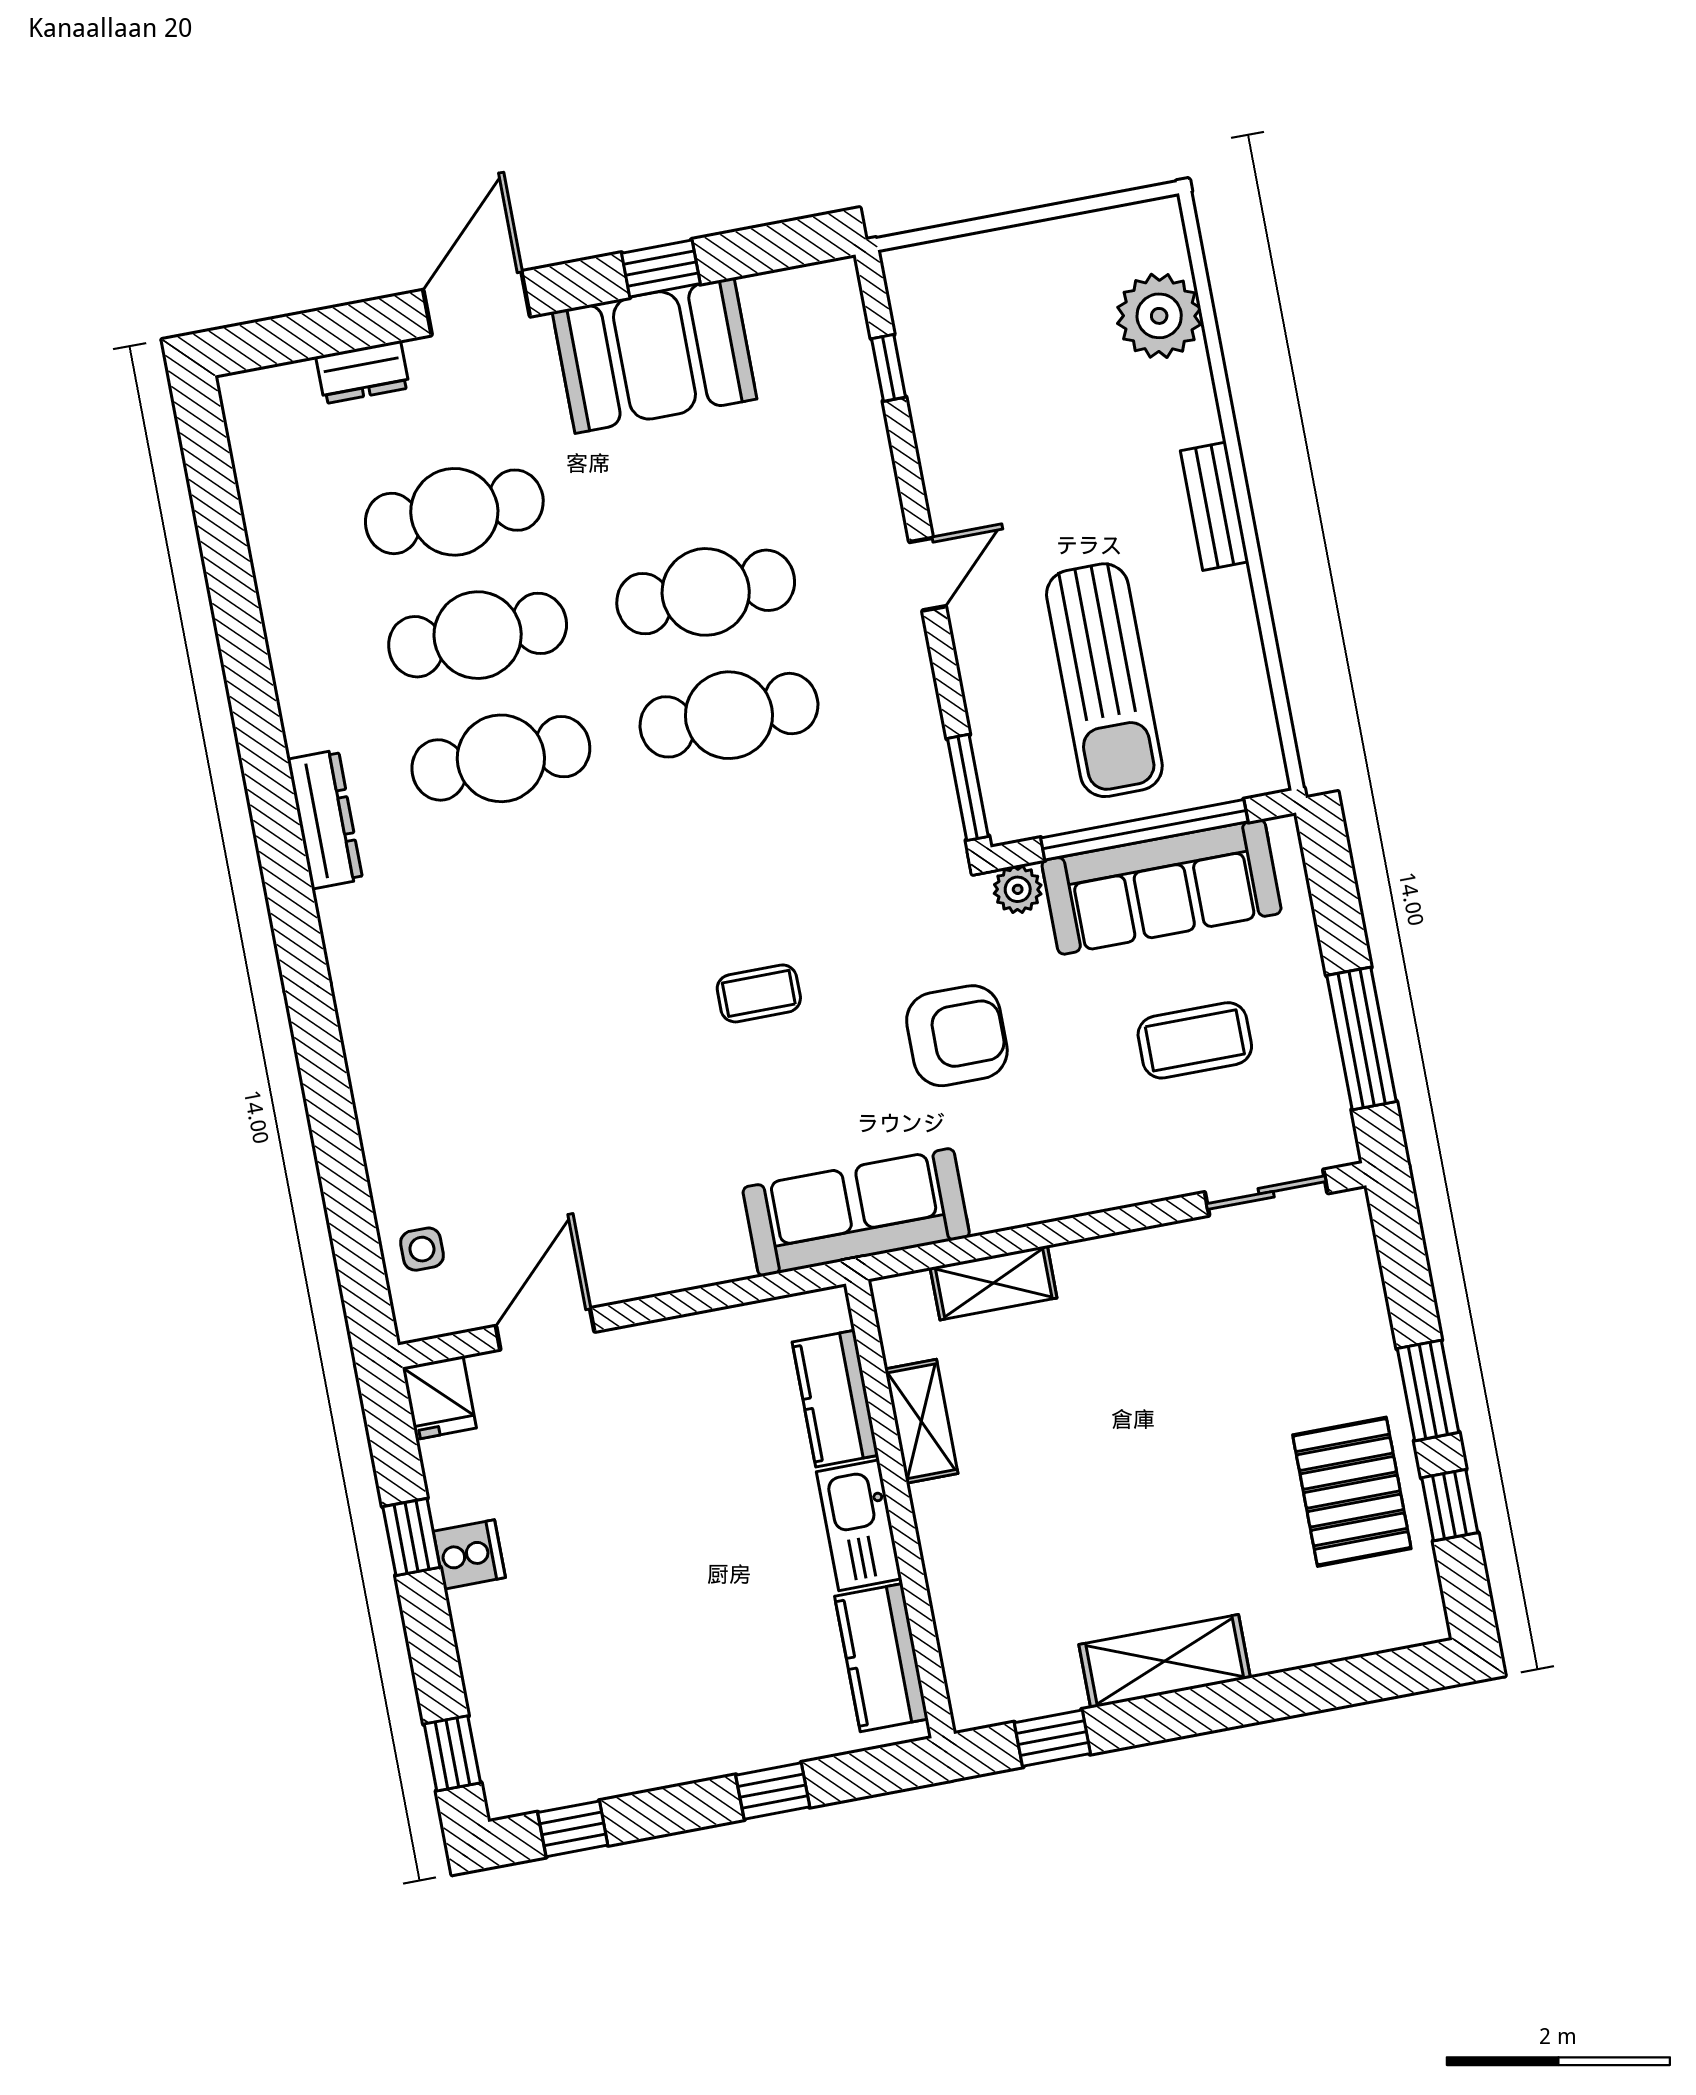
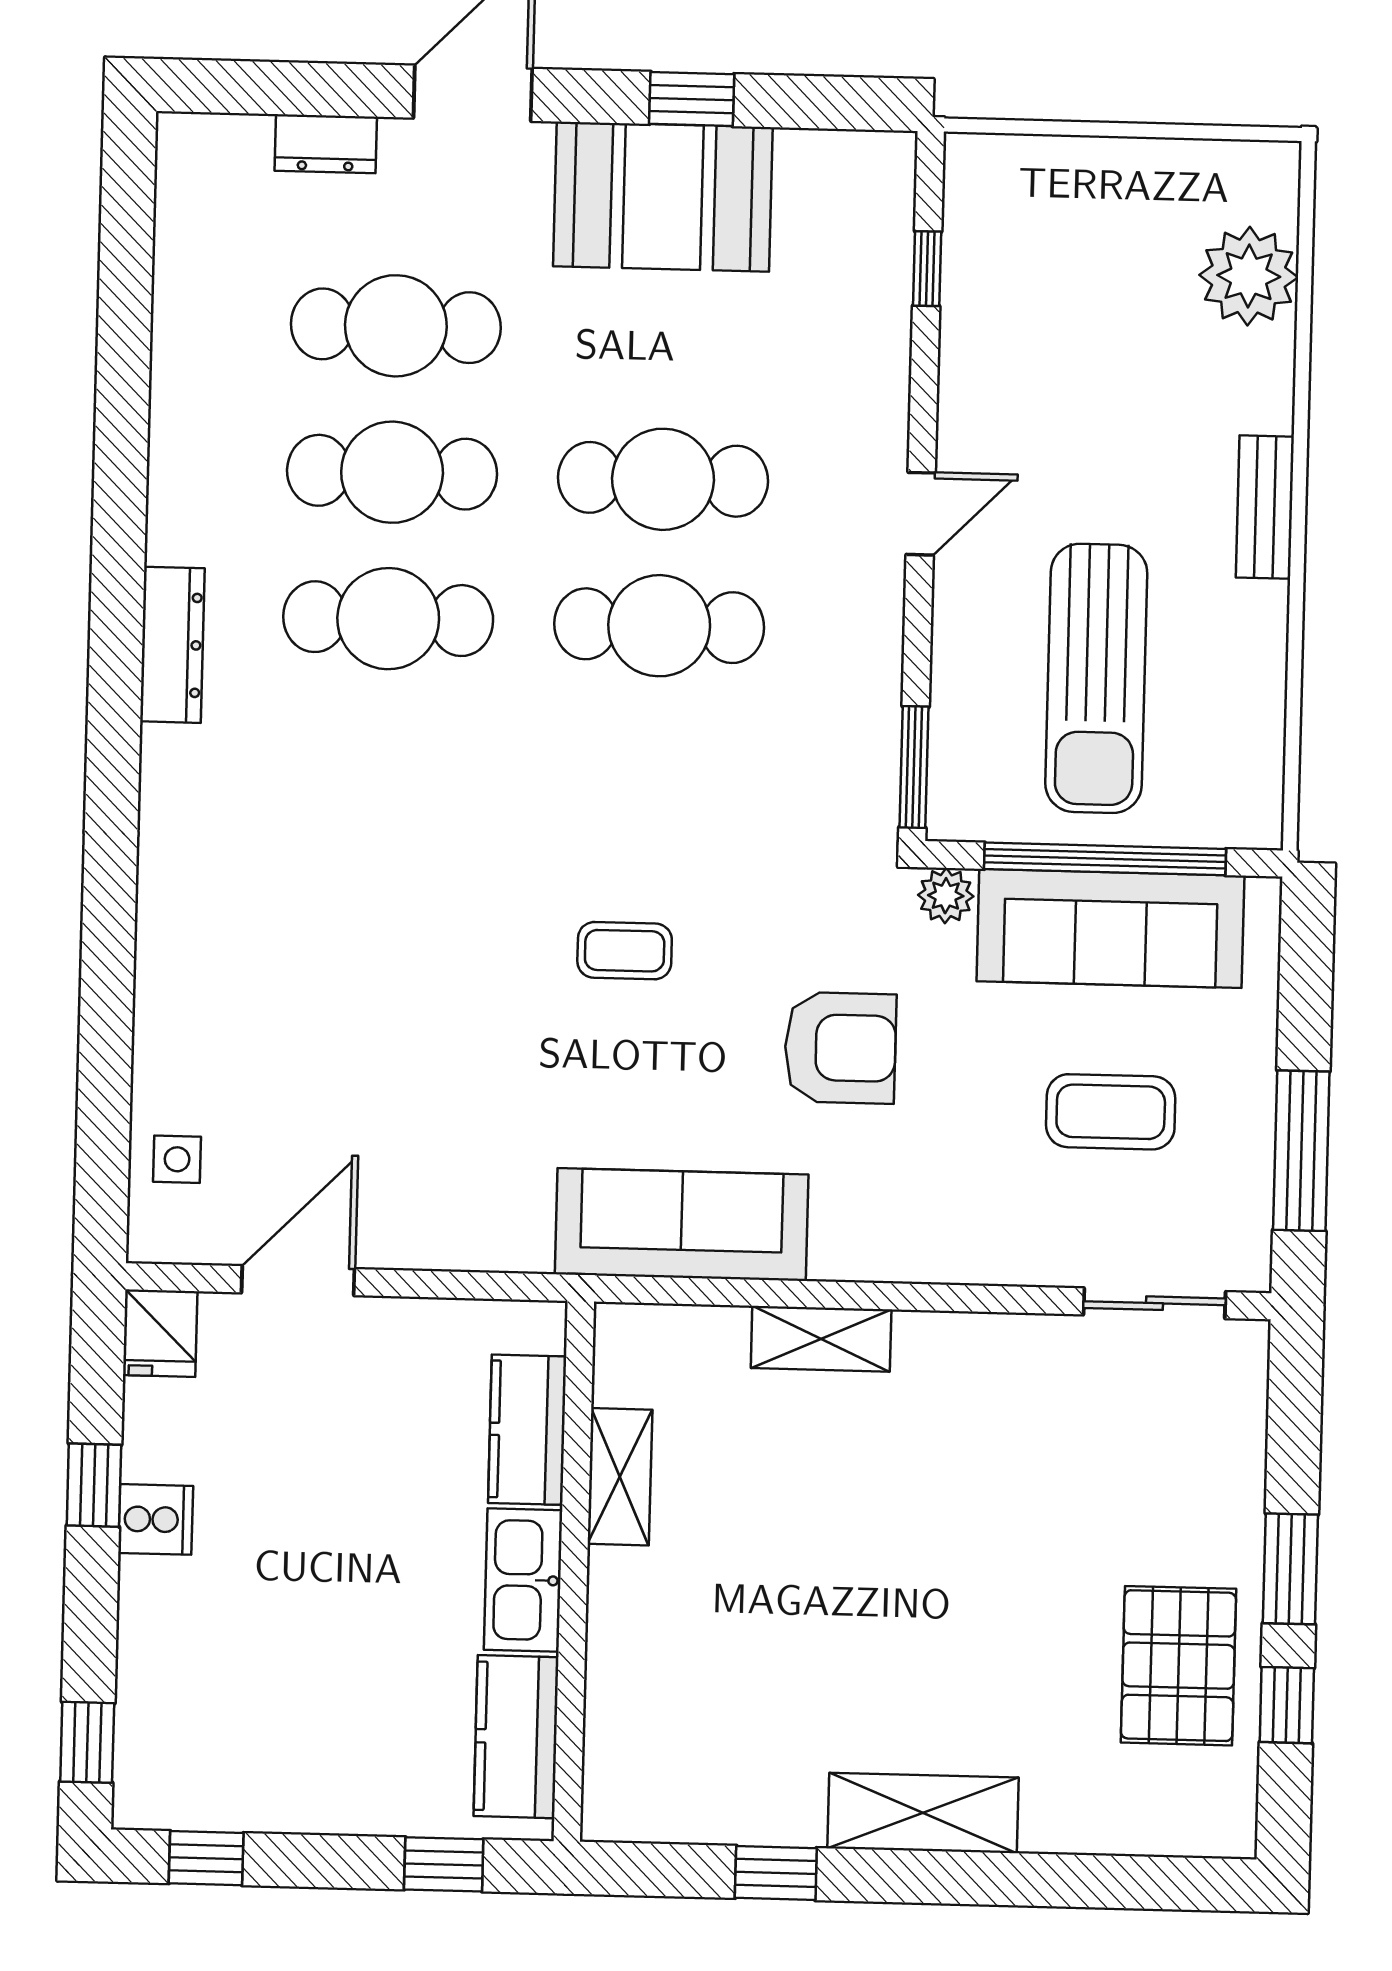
kitchen counter: (835, 1399) -> (527, 1430), moved
shelving: (921, 1421) -> (620, 1477), moved
wall: (900, 1509) -> (574, 1571), moved
kitchen sink: (859, 1525) -> (523, 1580), moved
kitchen counter: (881, 1658) -> (516, 1737), moved

